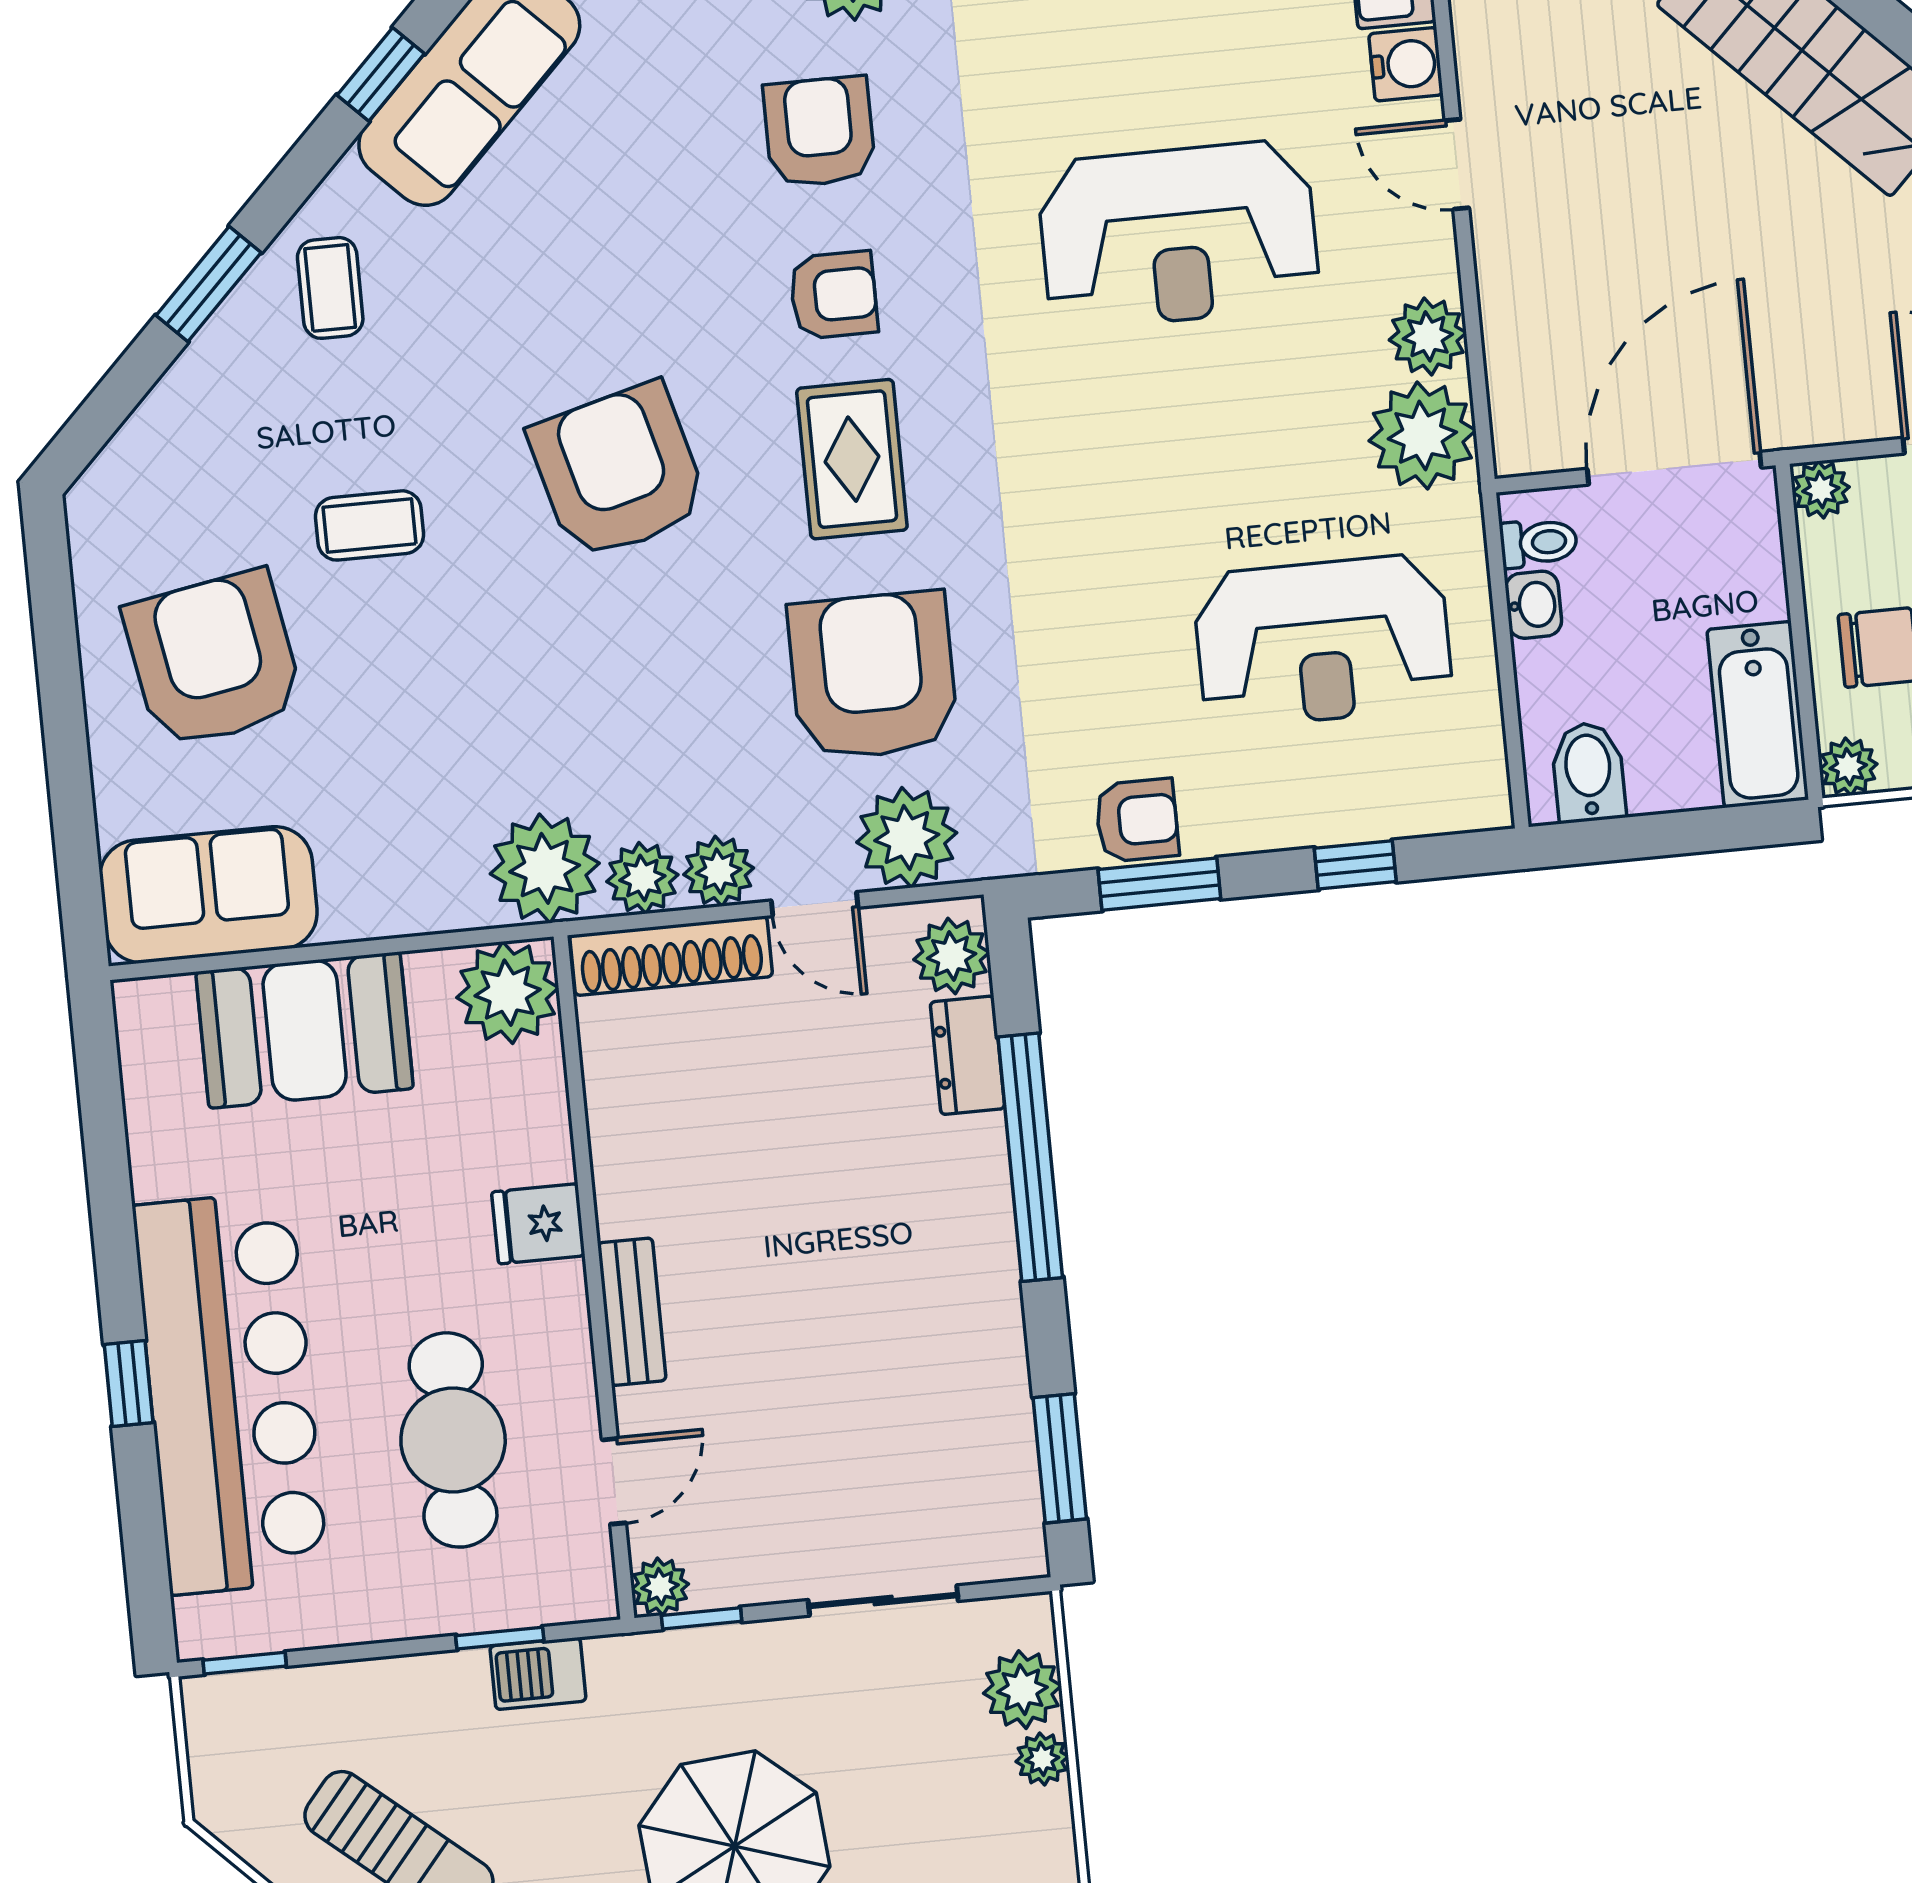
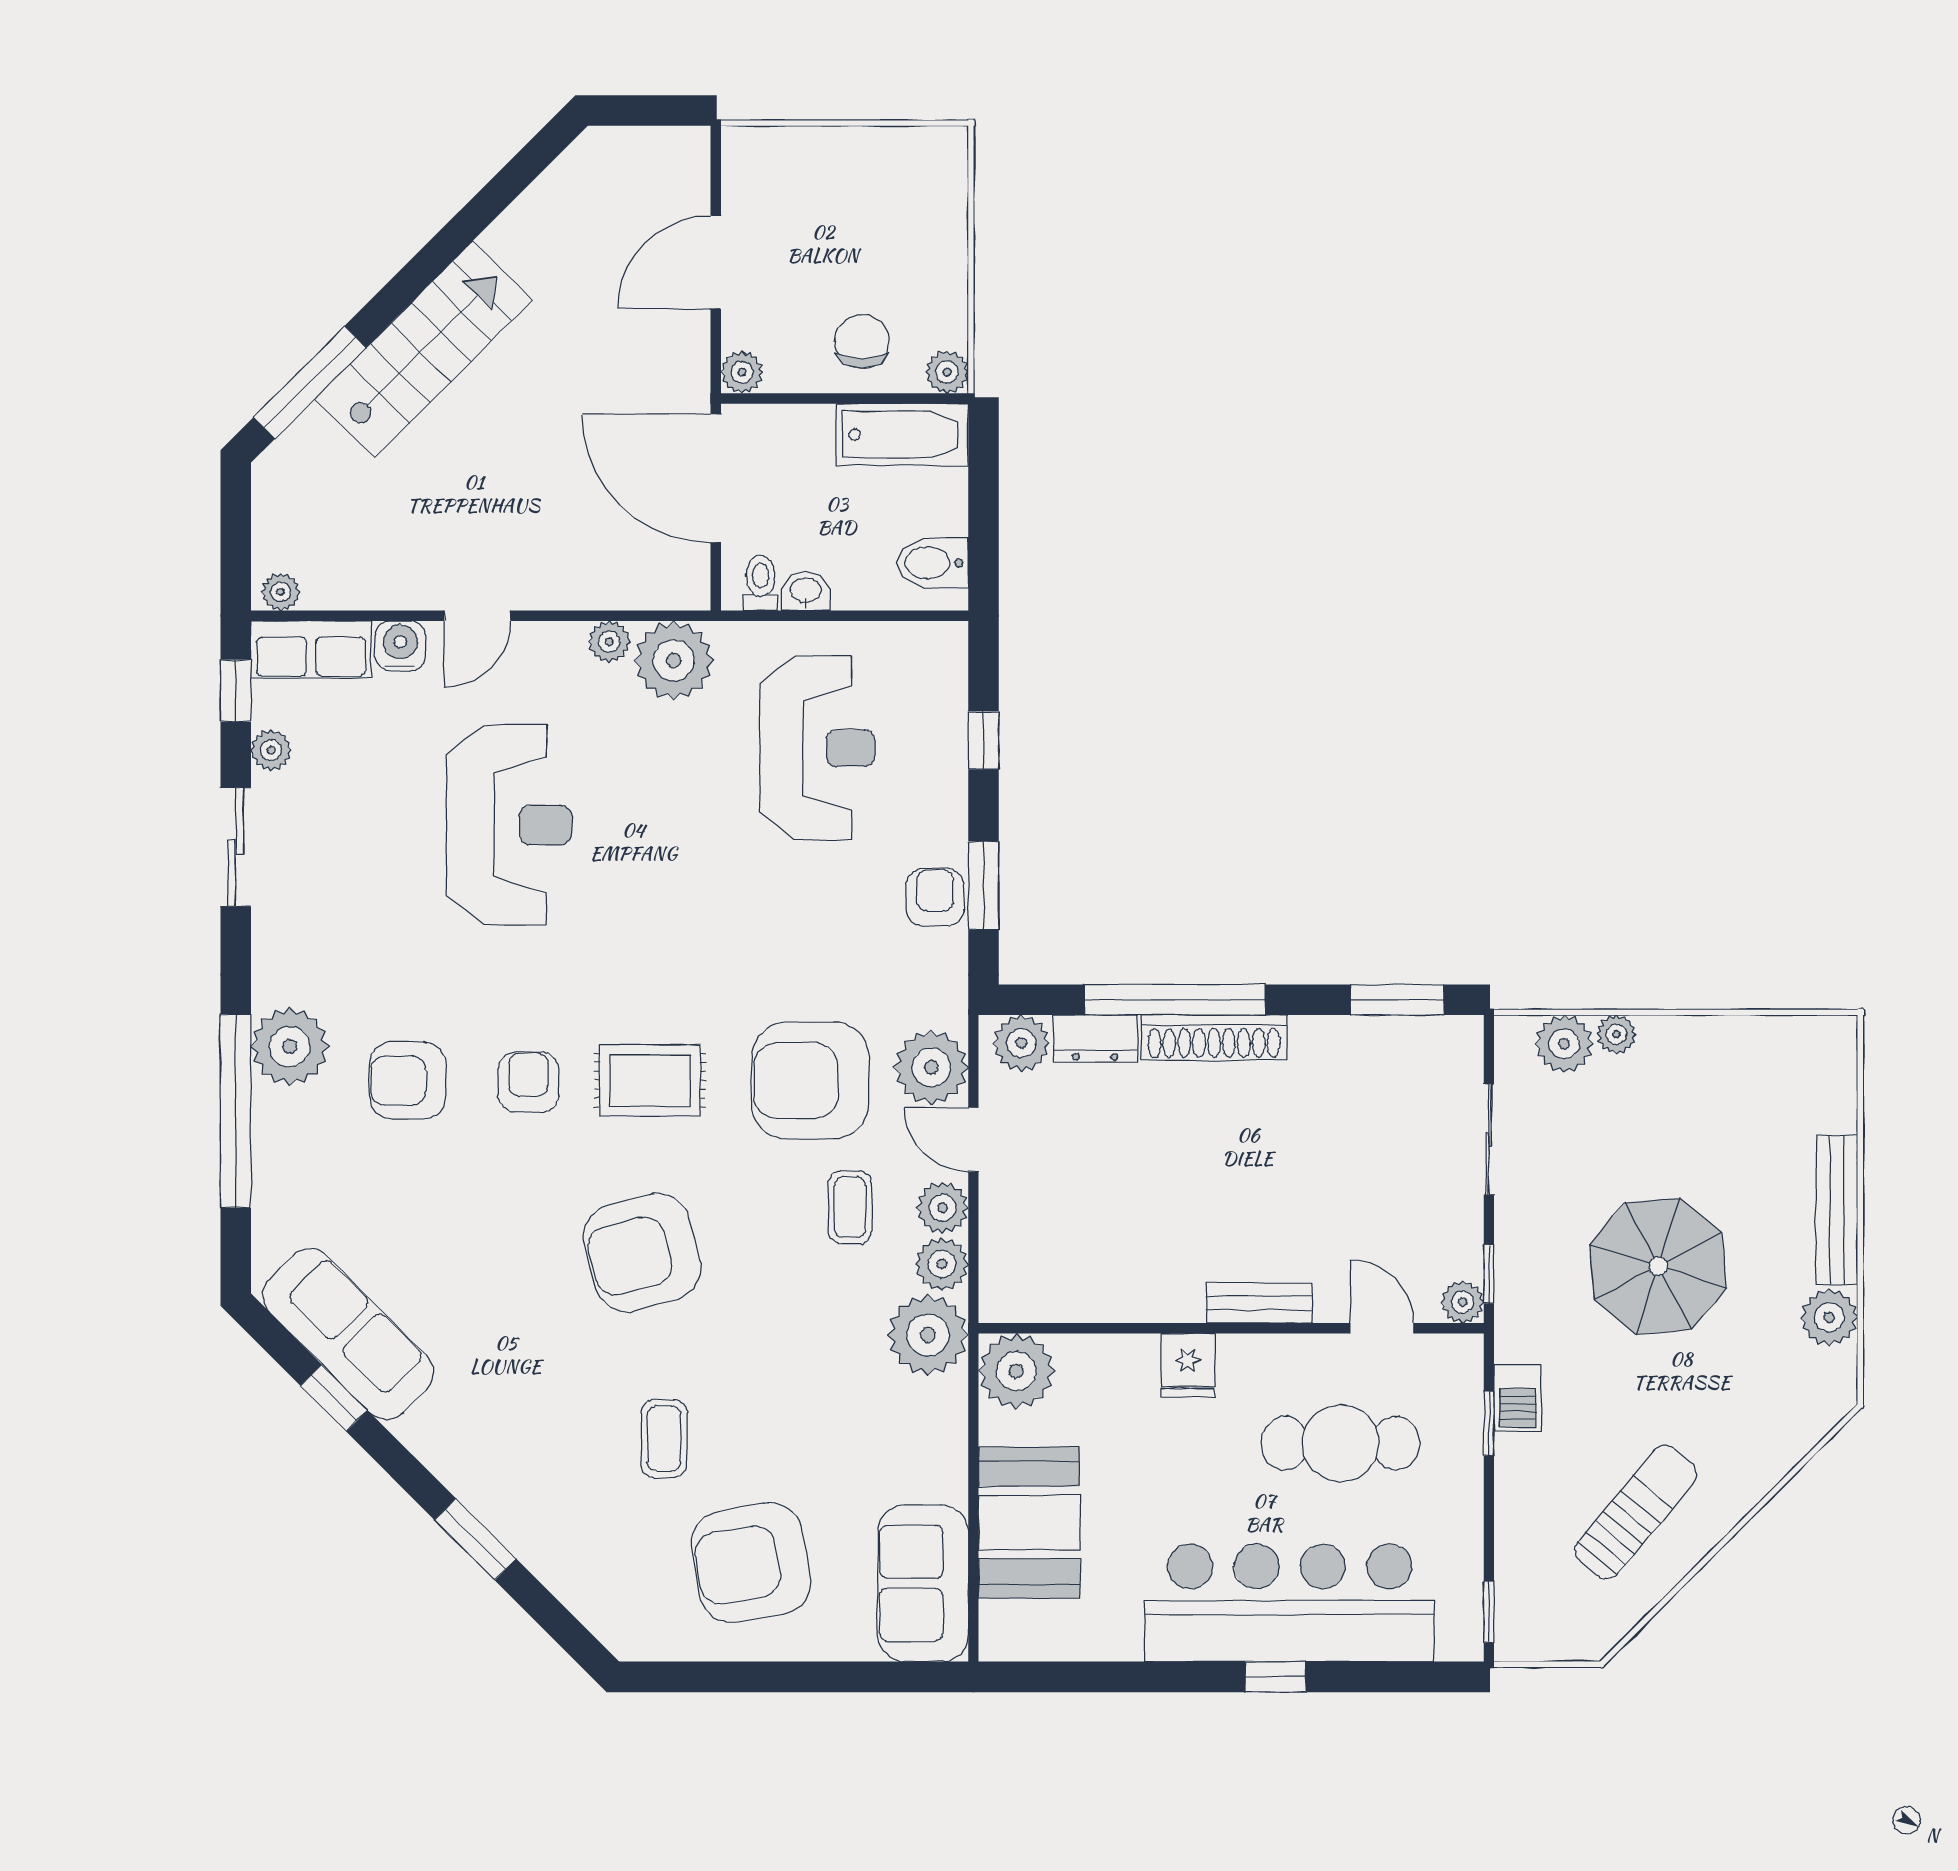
coffee table: (330, 288) -> (850, 1207), moved, turned 90
plant: (1428, 336) -> (609, 642), width x0.73, depth x0.73
door: (815, 904) -> (973, 1140), swing flipped
shoe rack: (671, 956) -> (1214, 1037), moved, turned 90

